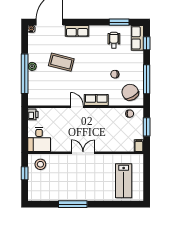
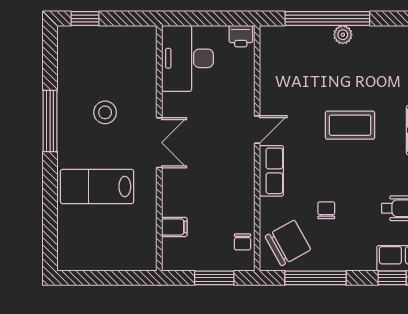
coffee table: (61, 62) -> (350, 125), moved, turned 76
desk: (39, 140) -> (187, 58), width x1.37
filing cabinet: (139, 146) -> (174, 227), moved
stool: (40, 164) -> (105, 112), moved
window: (25, 173) -> (85, 19), moved
lab bench: (124, 181) -> (97, 187), moved

